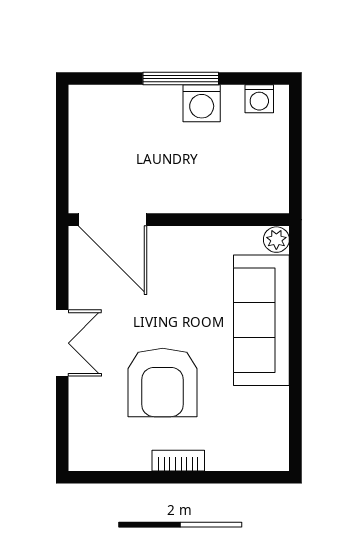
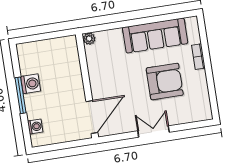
washing machine: (259, 99) -> (35, 126), moved
sofa: (261, 320) -> (155, 35), moved
bookcase: (178, 461) -> (198, 57), moved

